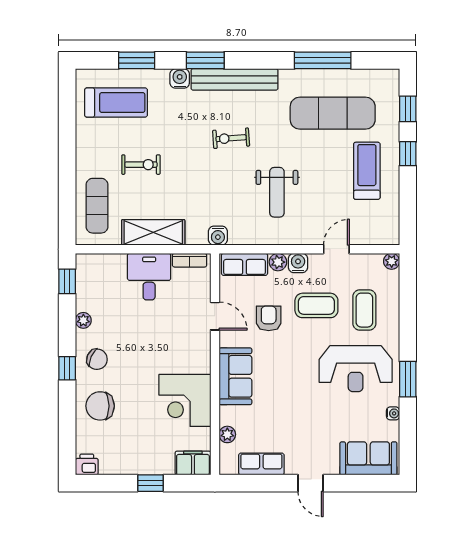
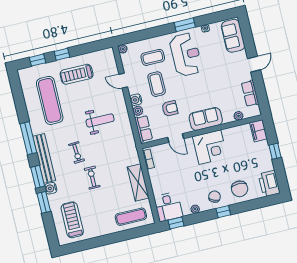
window: (137, 60) -> (44, 202), moved
window: (323, 60) -> (28, 138), moved
exercise bike: (141, 165) -> (92, 178), moved
water cooler: (218, 236) -> (131, 147), removed
desk: (149, 277) -> (168, 207), moved, turned -90
door: (215, 316) -> (176, 138), swing flipped
armchair: (269, 318) -> (170, 108), turned 180
corner desk: (185, 400) -> (210, 147), moved
printer: (87, 465) -> (269, 184), width x1.87, depth x1.48

